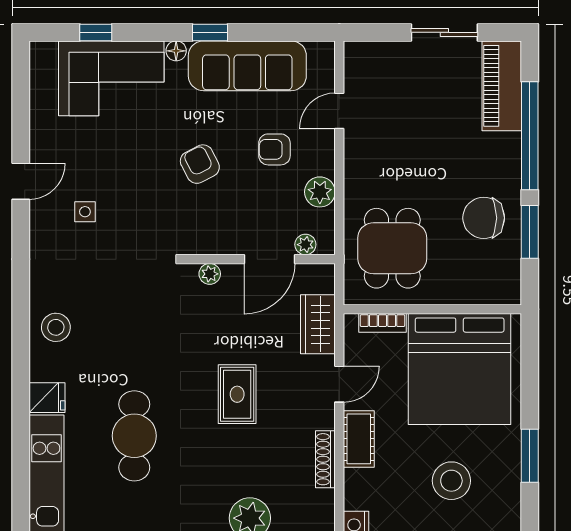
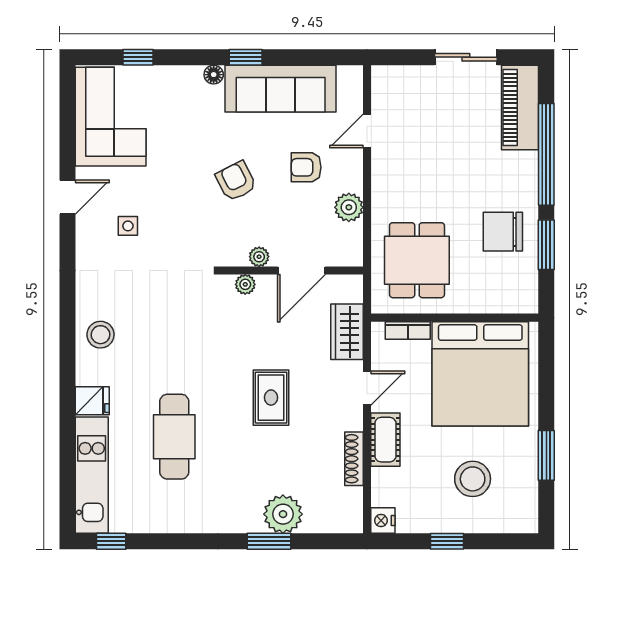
corner sofa: (111, 78) -> (111, 117), moved, turned -90
plant: (305, 245) -> (259, 257), moved

